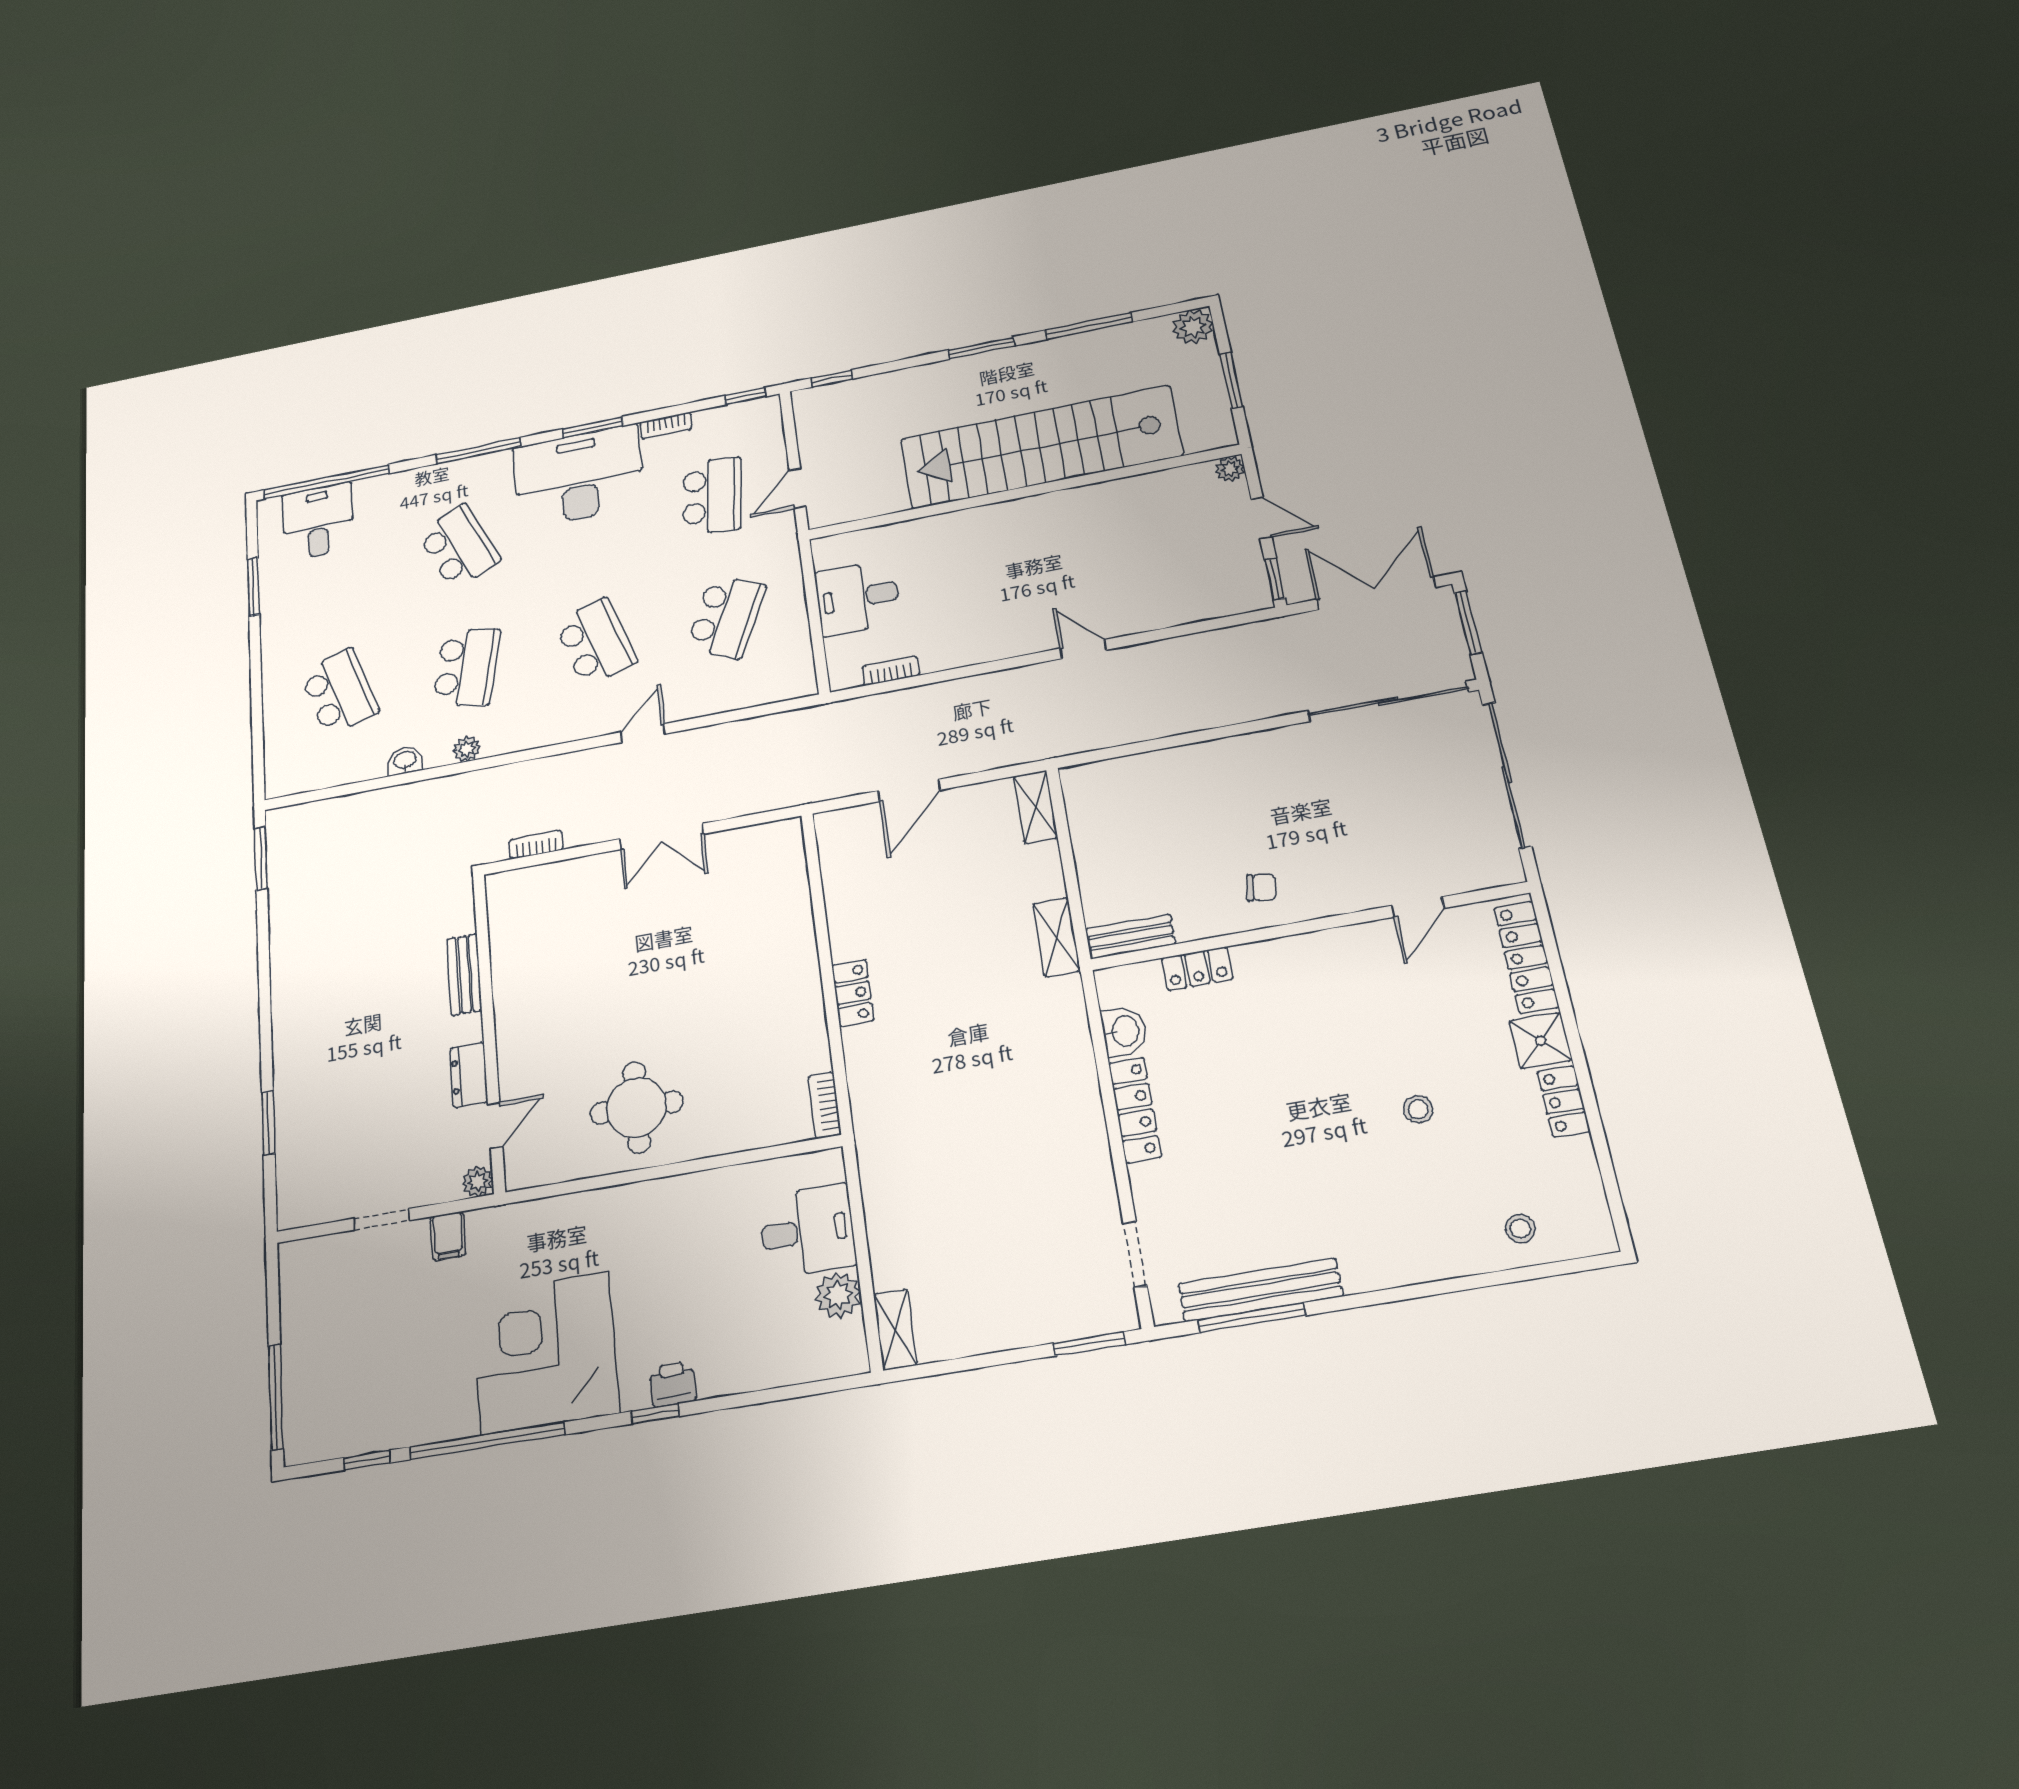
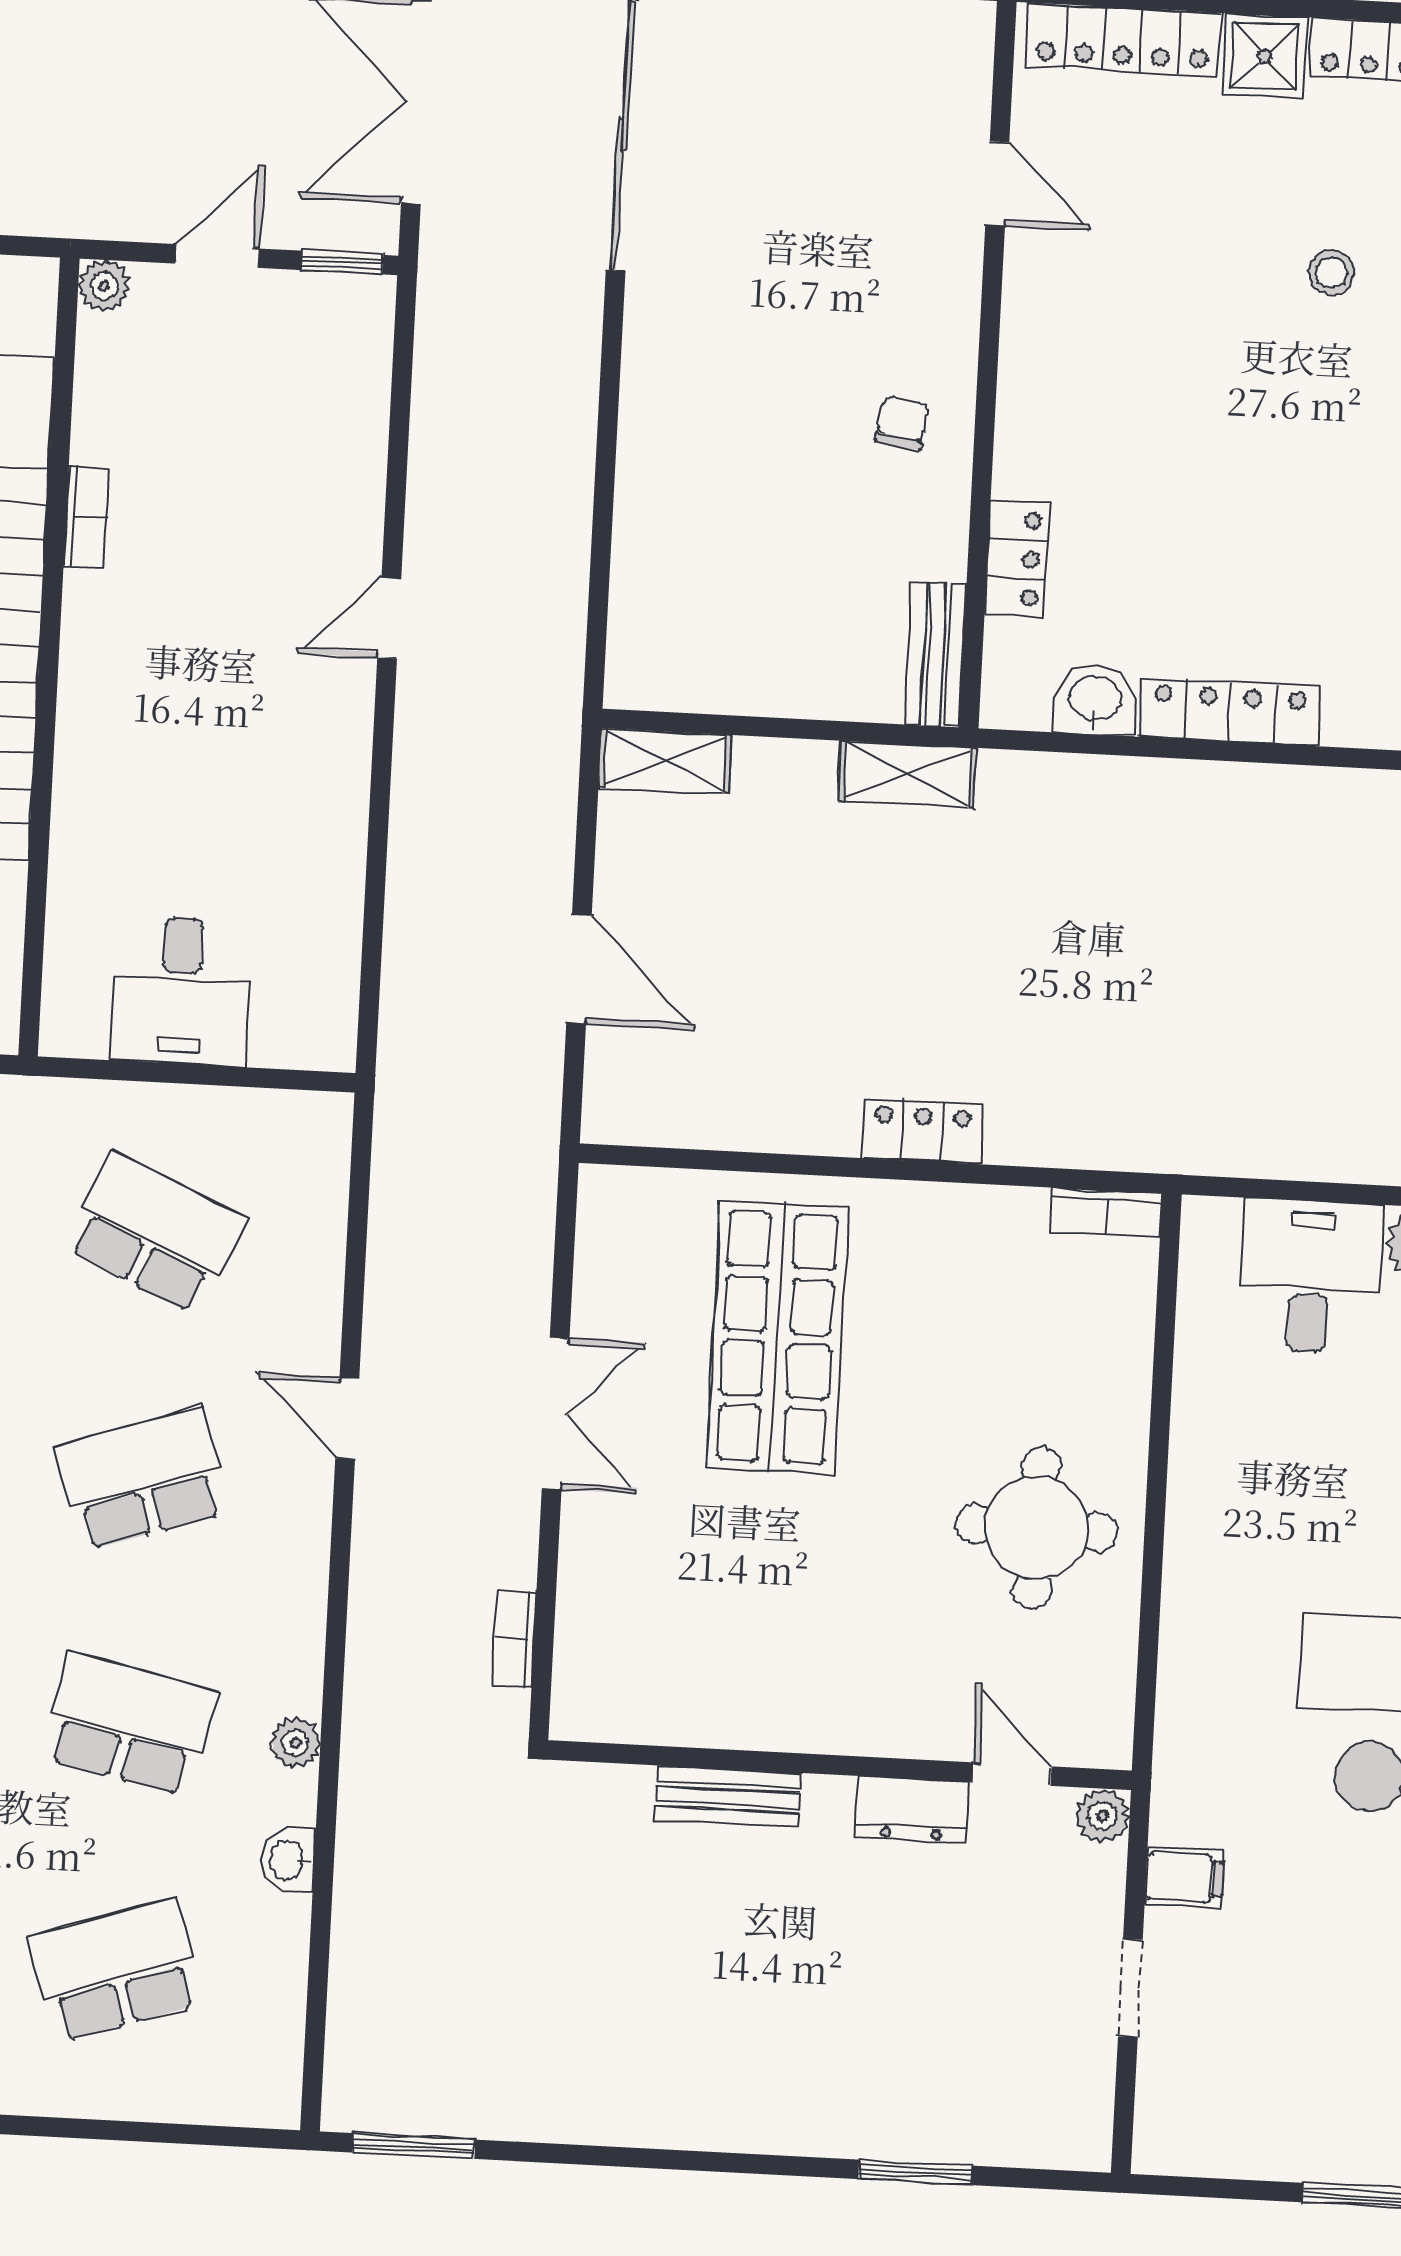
bookcase: (891, 671) -> (86, 517), moved, turned 180
shop shelf: (722, 942) -> (777, 1338), added

